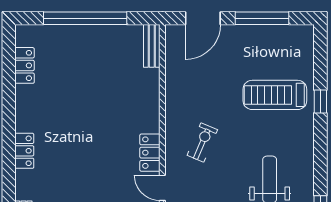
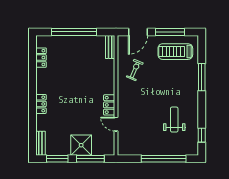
treadmill: (275, 95) -> (175, 52), moved
window: (320, 101) -> (202, 77), width x2.17
exercise bike: (202, 143) -> (135, 70), moved

